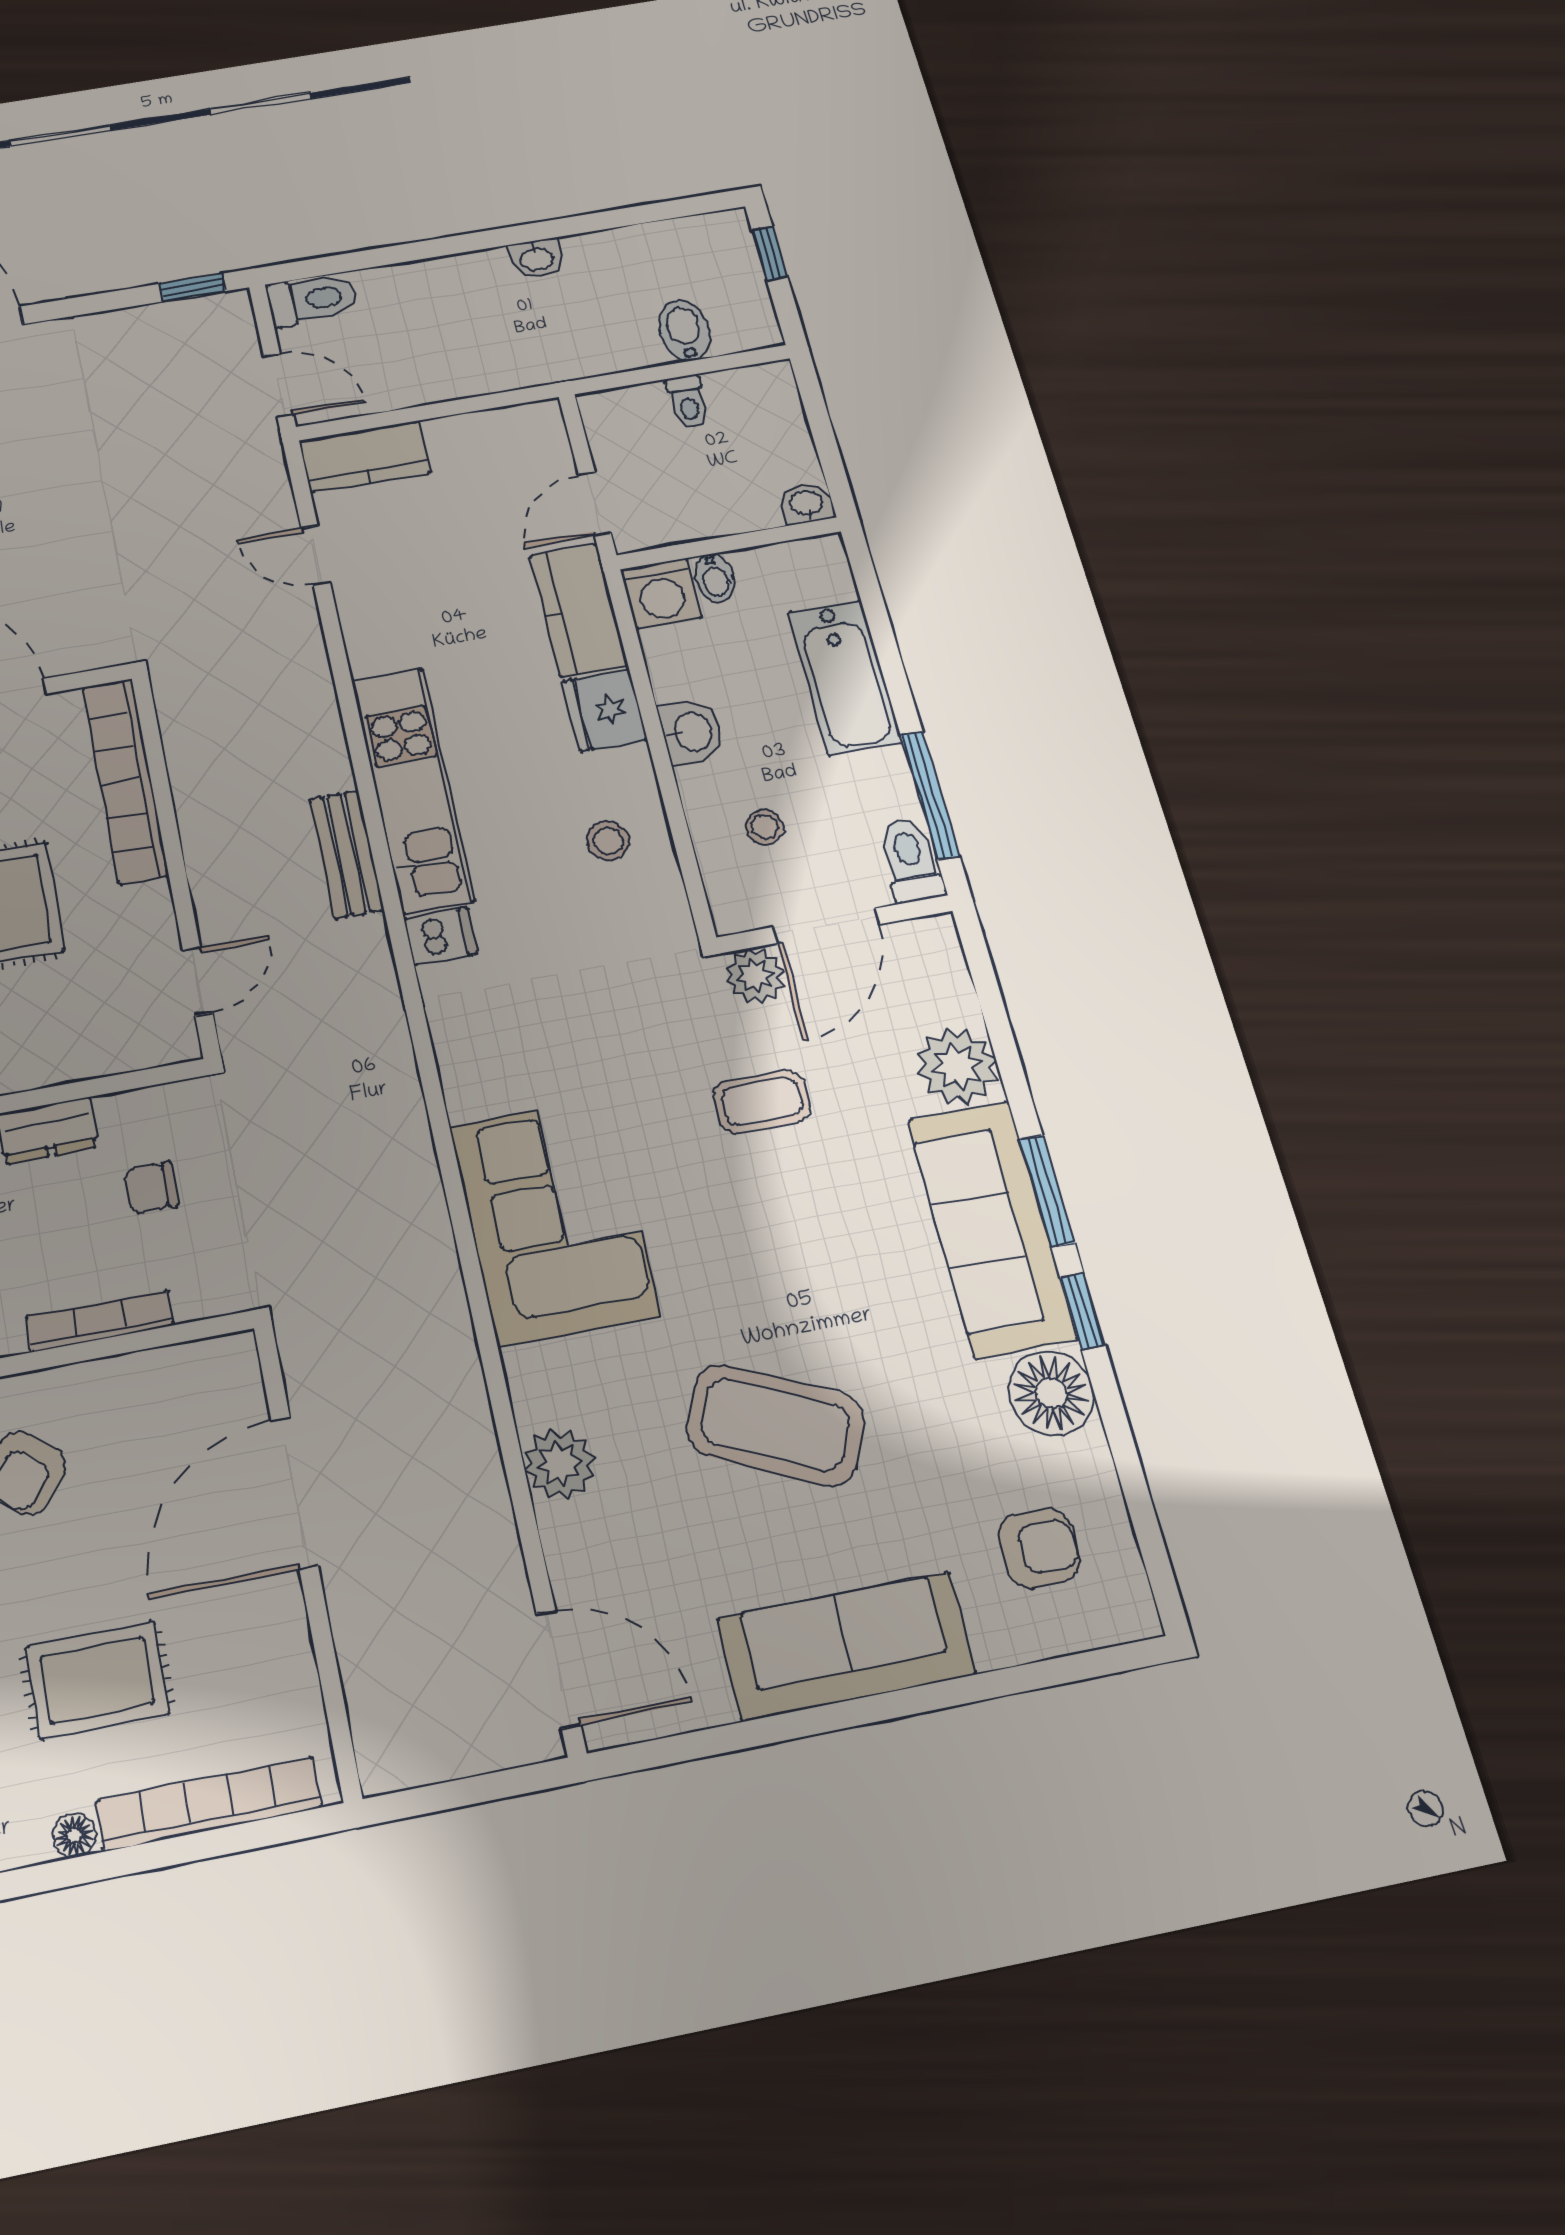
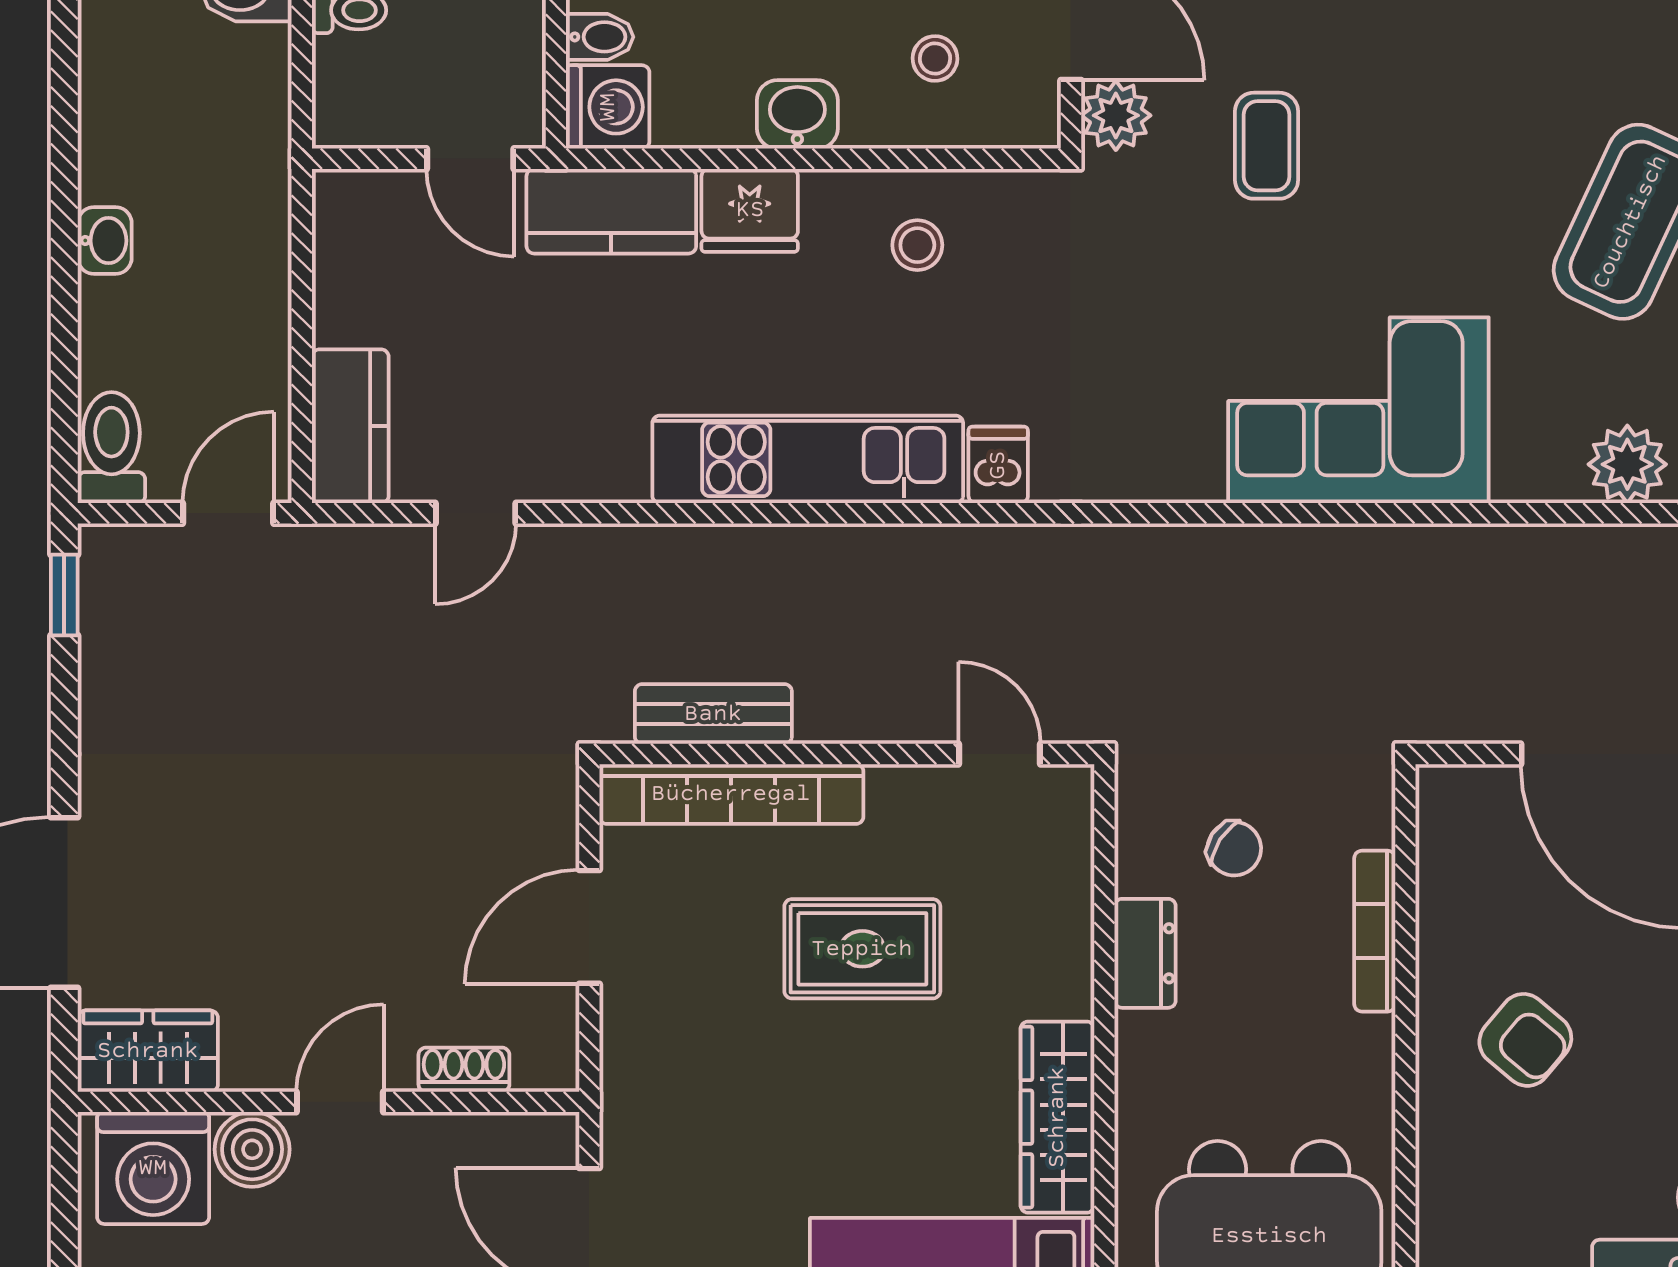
washbasin: (537, 258) -> (105, 241), moved
bench: (346, 854) -> (713, 714), moved
chair: (152, 1188) -> (1234, 849), turned -57

